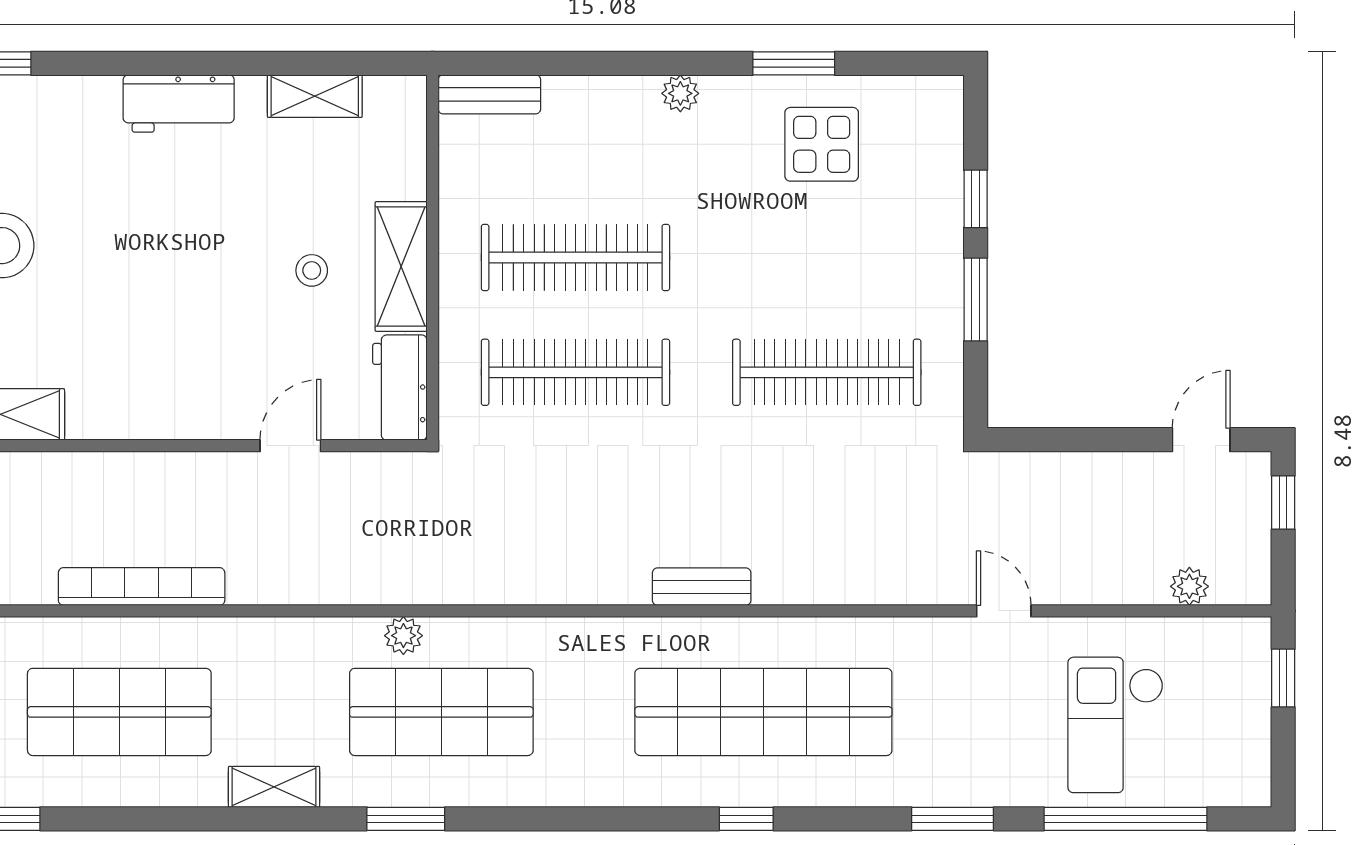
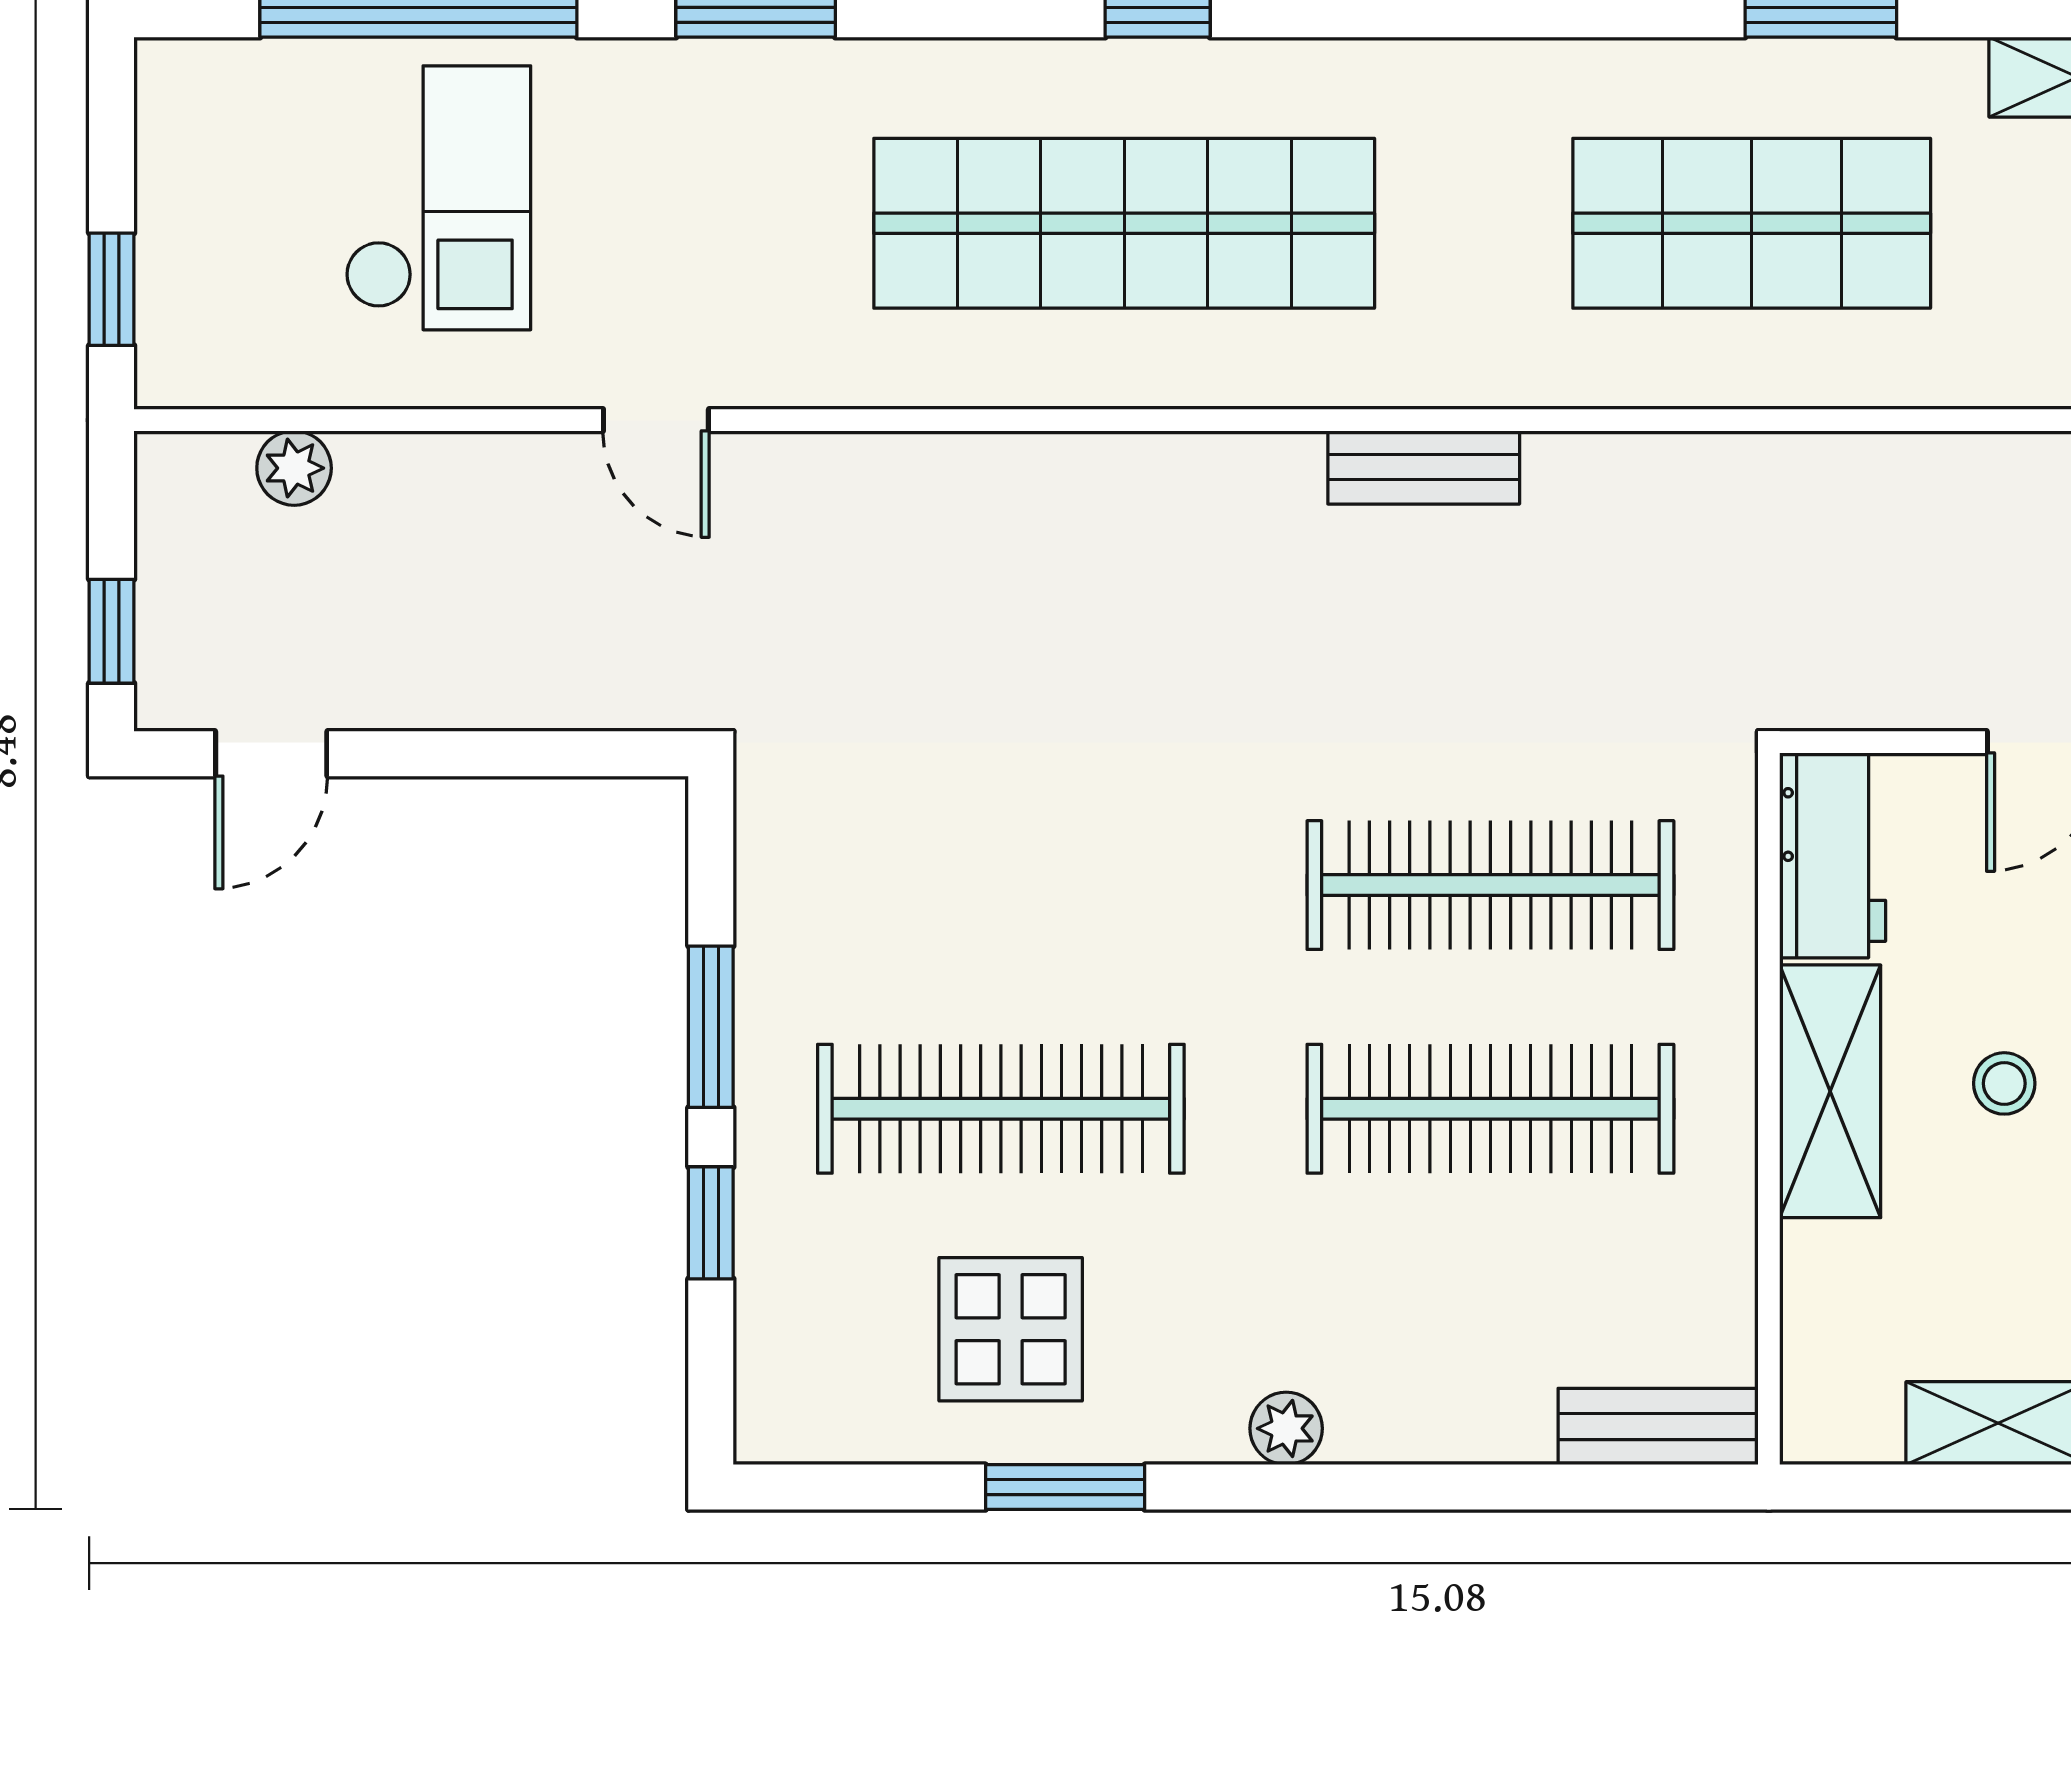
clothes rail: (827, 372) -> (1001, 1109), moved
bench: (702, 587) -> (1424, 467), moved
plant: (403, 636) -> (1825, 372), removed

